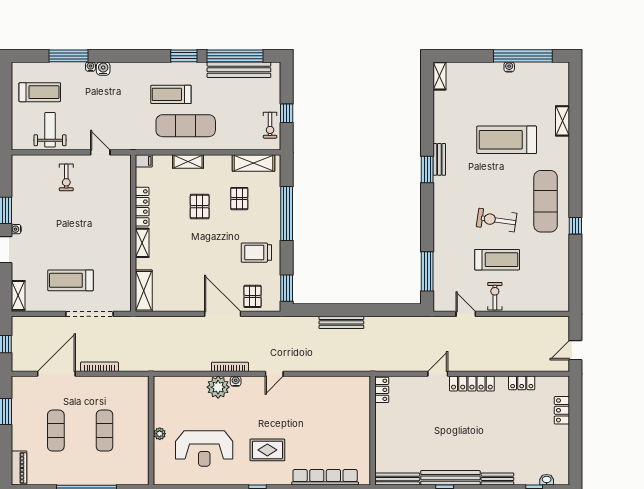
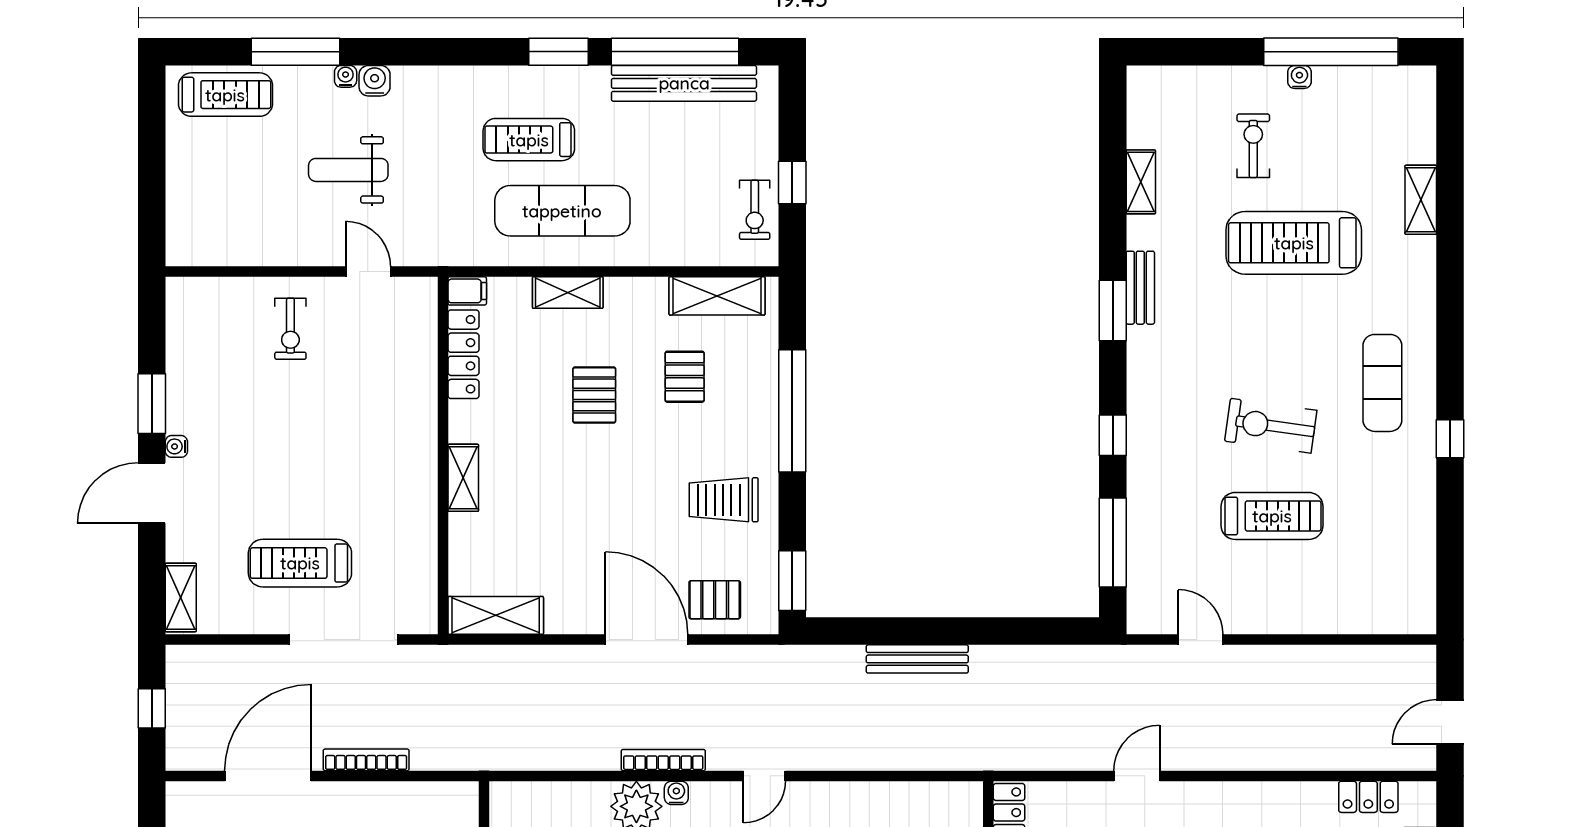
shelving: (440, 76) -> (1141, 182), moved
treadmill: (40, 92) -> (225, 95), moved
weight bench: (50, 130) -> (348, 170), moved, turned -90
exercise mat: (546, 201) -> (1382, 383), width x0.73, depth x0.69
locker: (142, 207) -> (463, 354), moved
window: (427, 224) -> (1113, 435), added
shelving: (144, 291) -> (496, 615), moved, turned 90
pallet: (252, 296) -> (715, 600), turned 90
exercise bike: (495, 296) -> (1253, 146), moved
locker: (522, 383) -> (1368, 797), moved
locker: (472, 384) -> (1215, 798), removed

